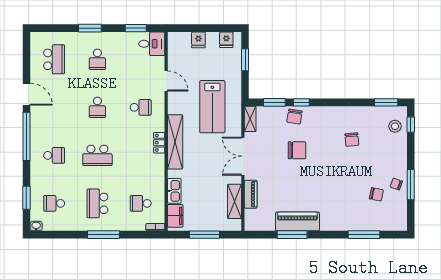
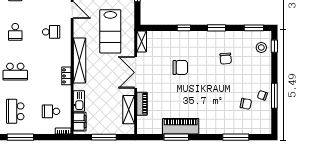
window: (274, 102) -> (217, 28), moved
chair: (294, 117) -> (178, 40), removed
locker: (159, 143) -> (66, 76), moved

